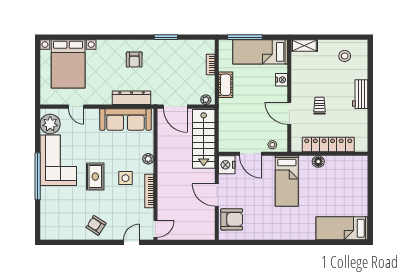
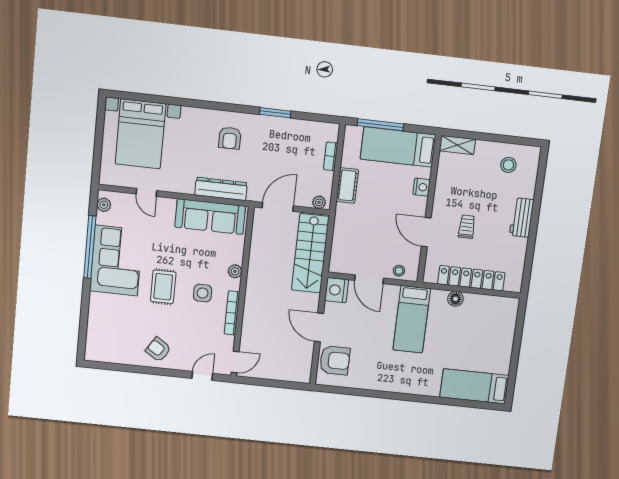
door: (175, 107) -> (278, 207), swing flipped
plant: (50, 124) -> (104, 205), width x0.53, depth x0.53
window: (38, 176) -> (90, 247), moved

